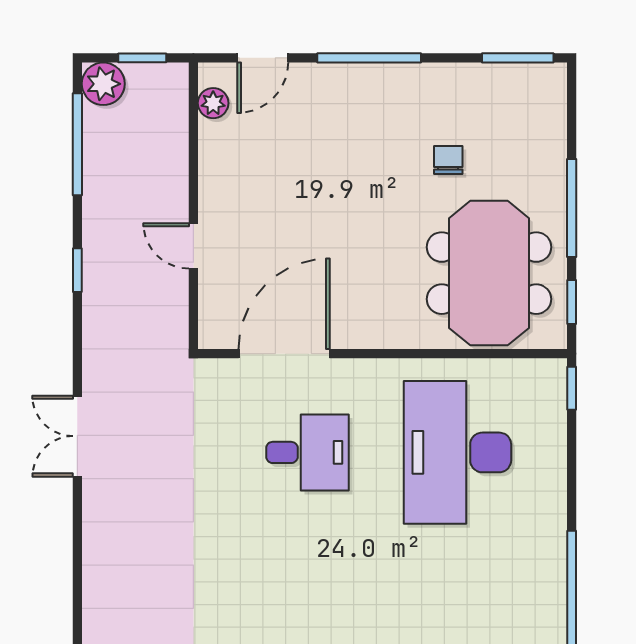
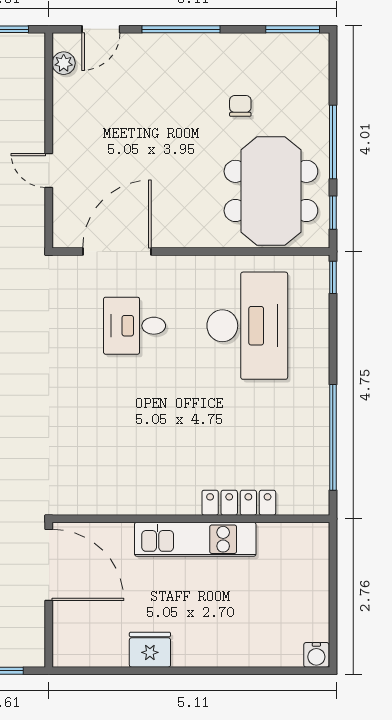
desk: (307, 452) -> (135, 326), turned 180
desk: (458, 452) -> (247, 326), turned 180

